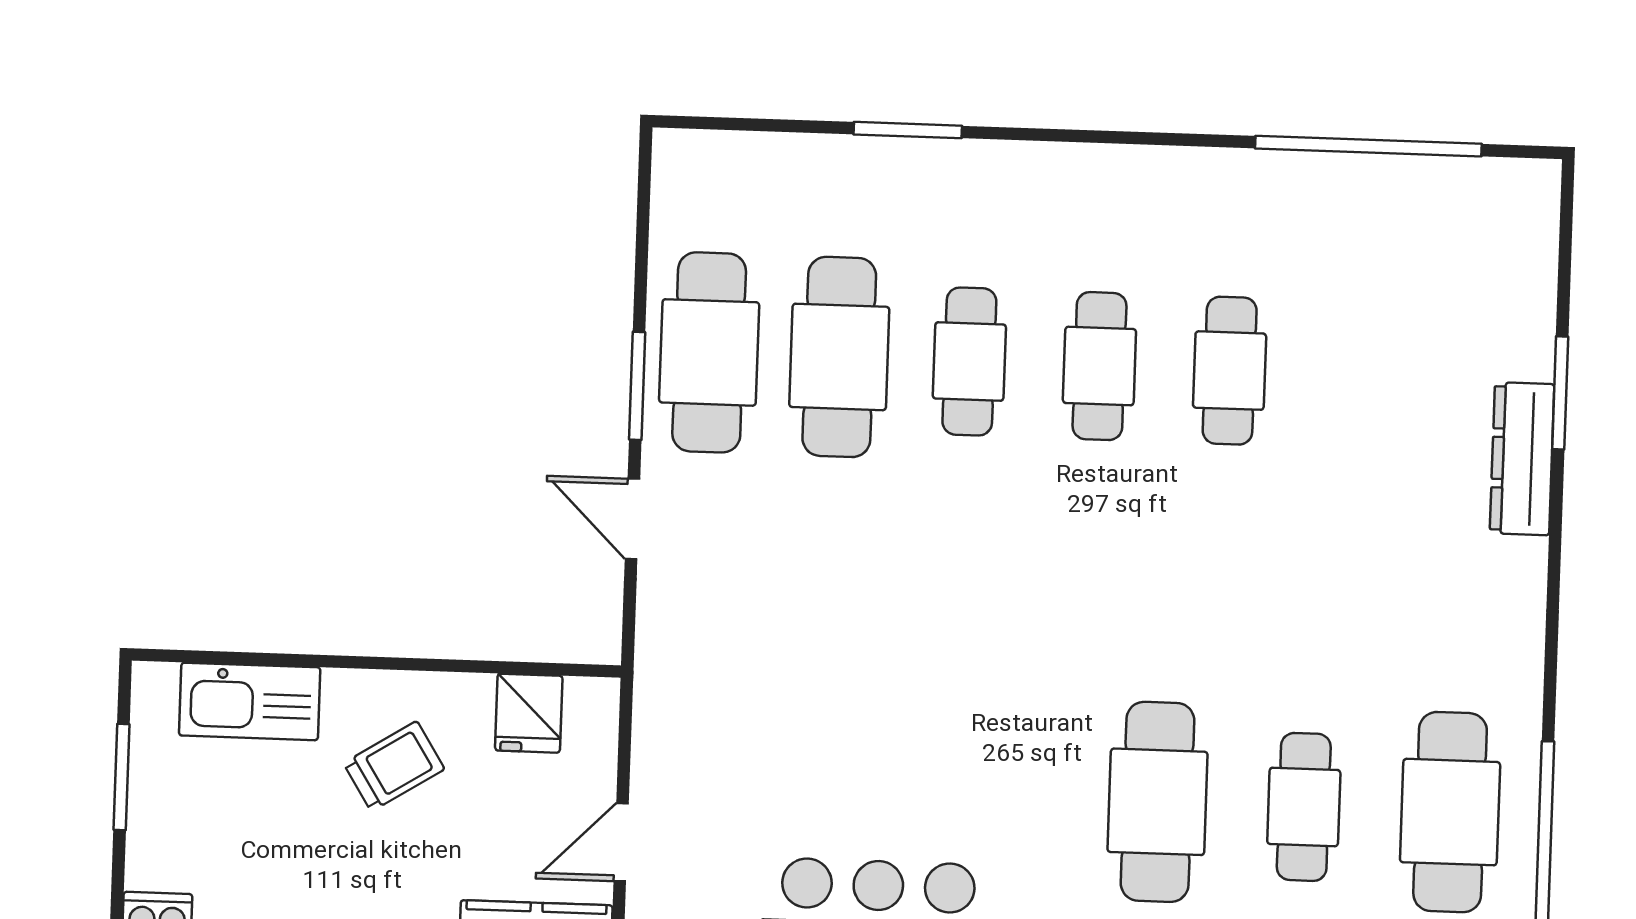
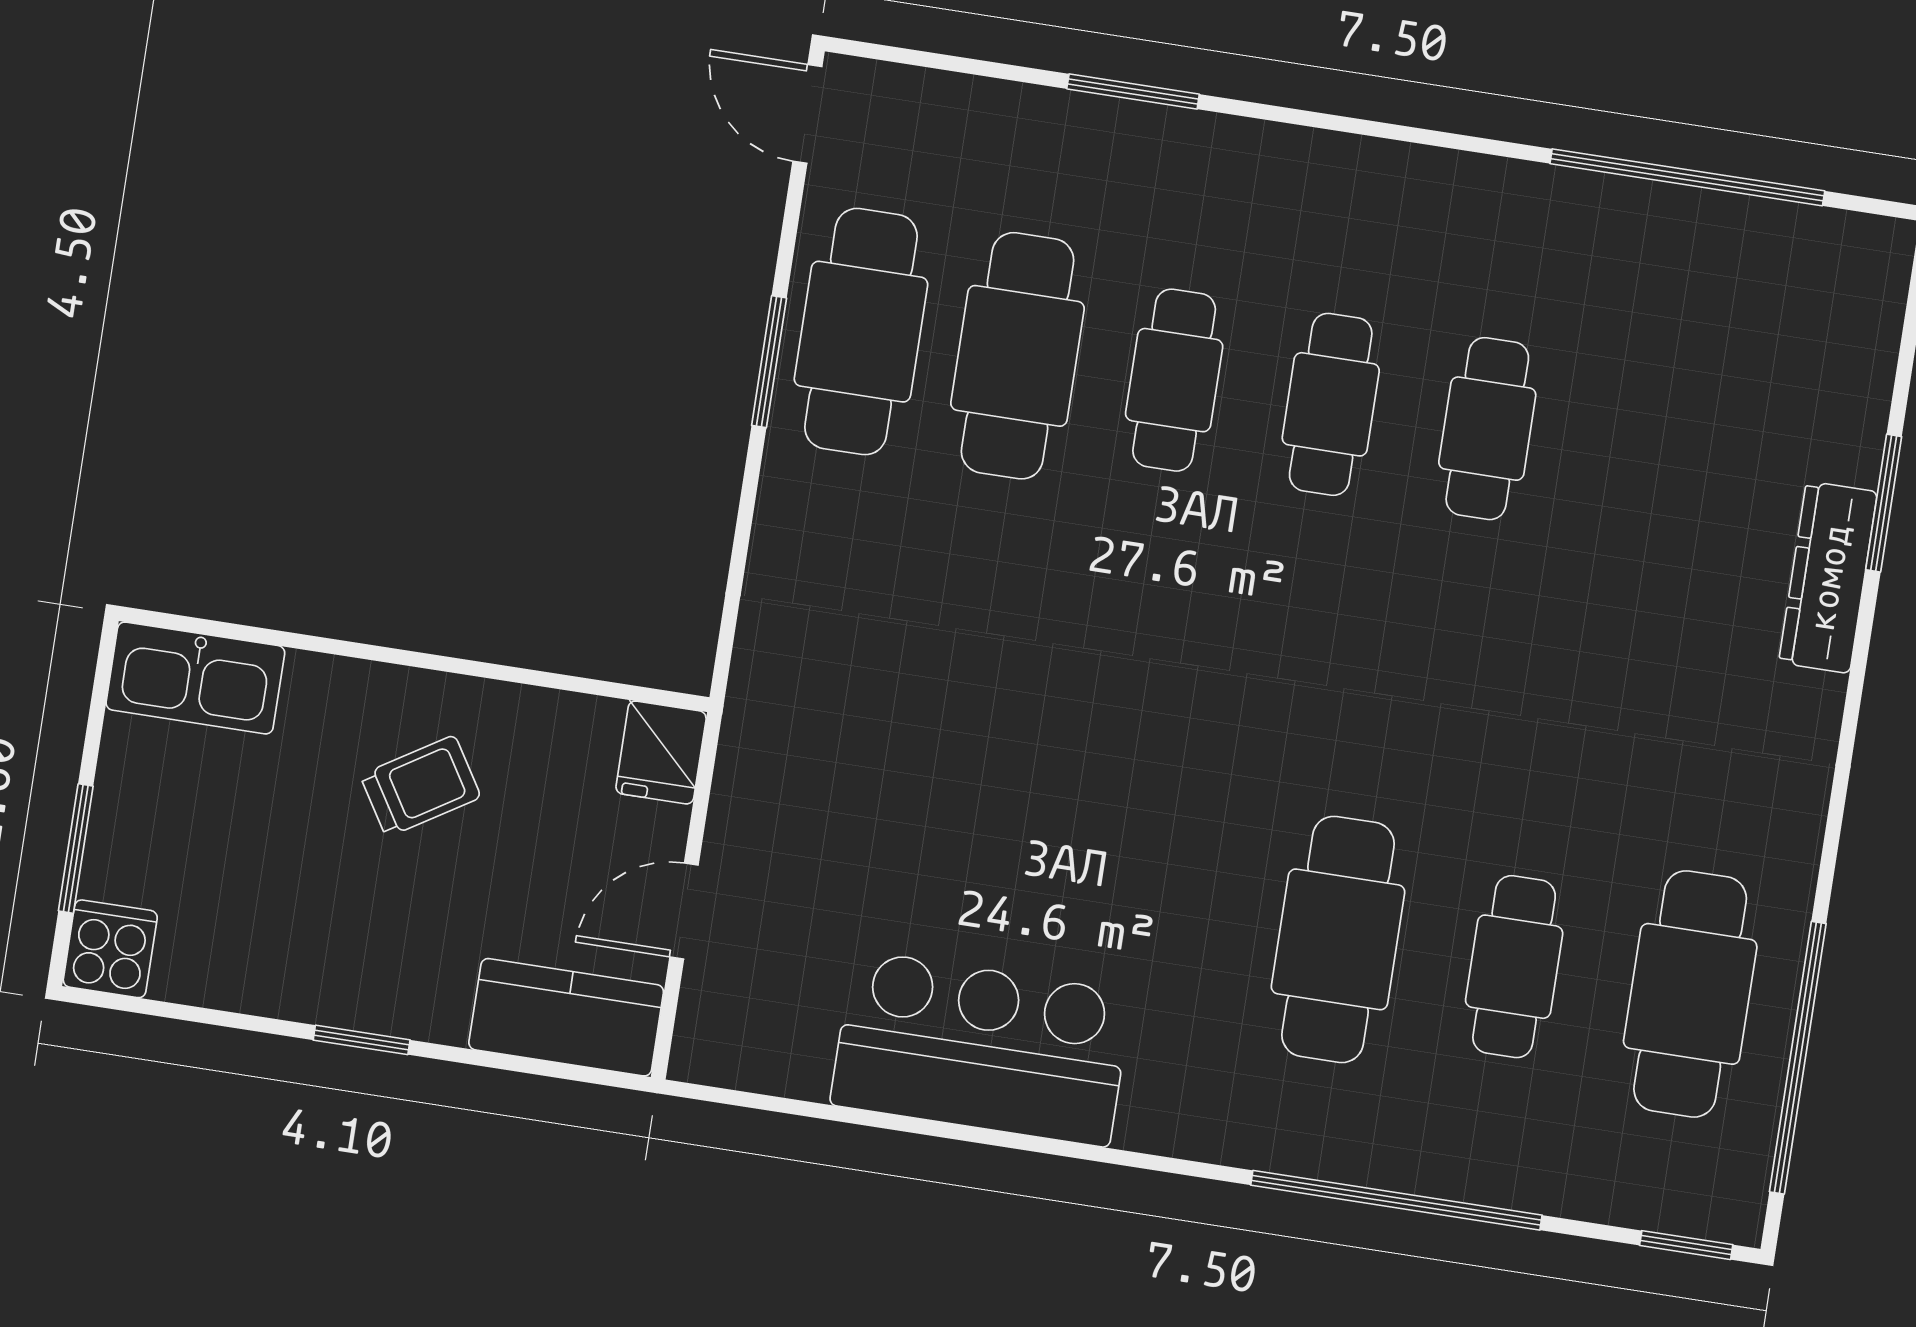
door: (632, 519) -> (807, 114), moved
kitchen sink: (250, 701) -> (195, 678), moved
fridge: (529, 713) -> (661, 752), moved
window: (121, 777) -> (76, 849), moved

